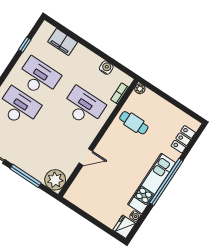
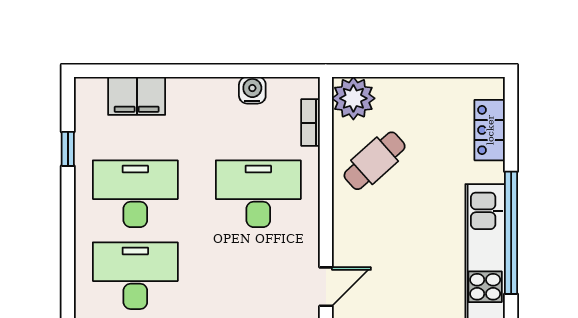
plant: (140, 89) -> (353, 98), width x1.88, depth x1.88
cafe table: (134, 123) -> (375, 161), turned -42

